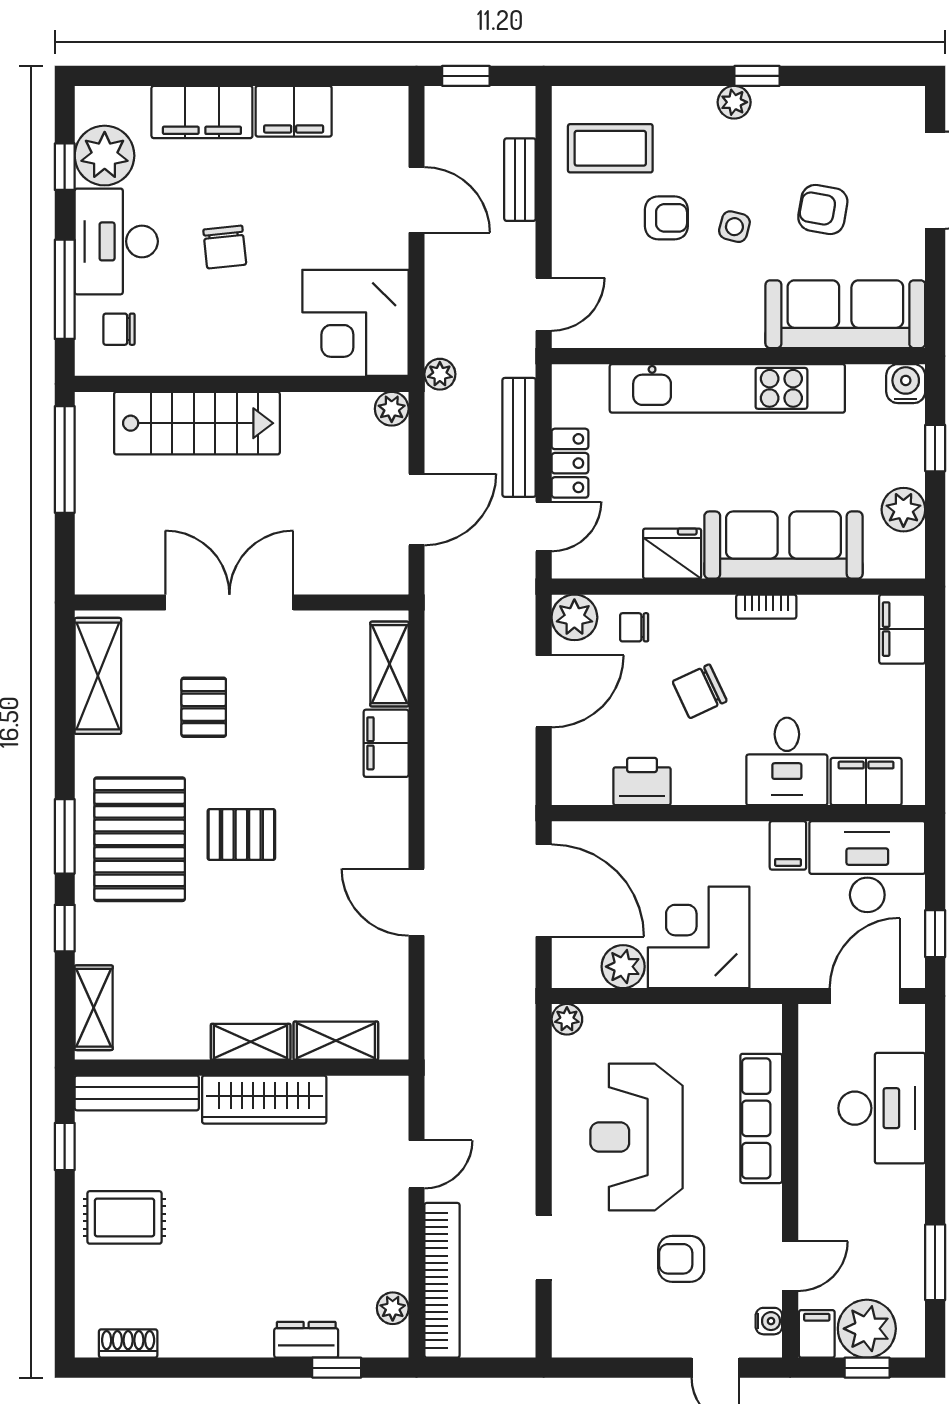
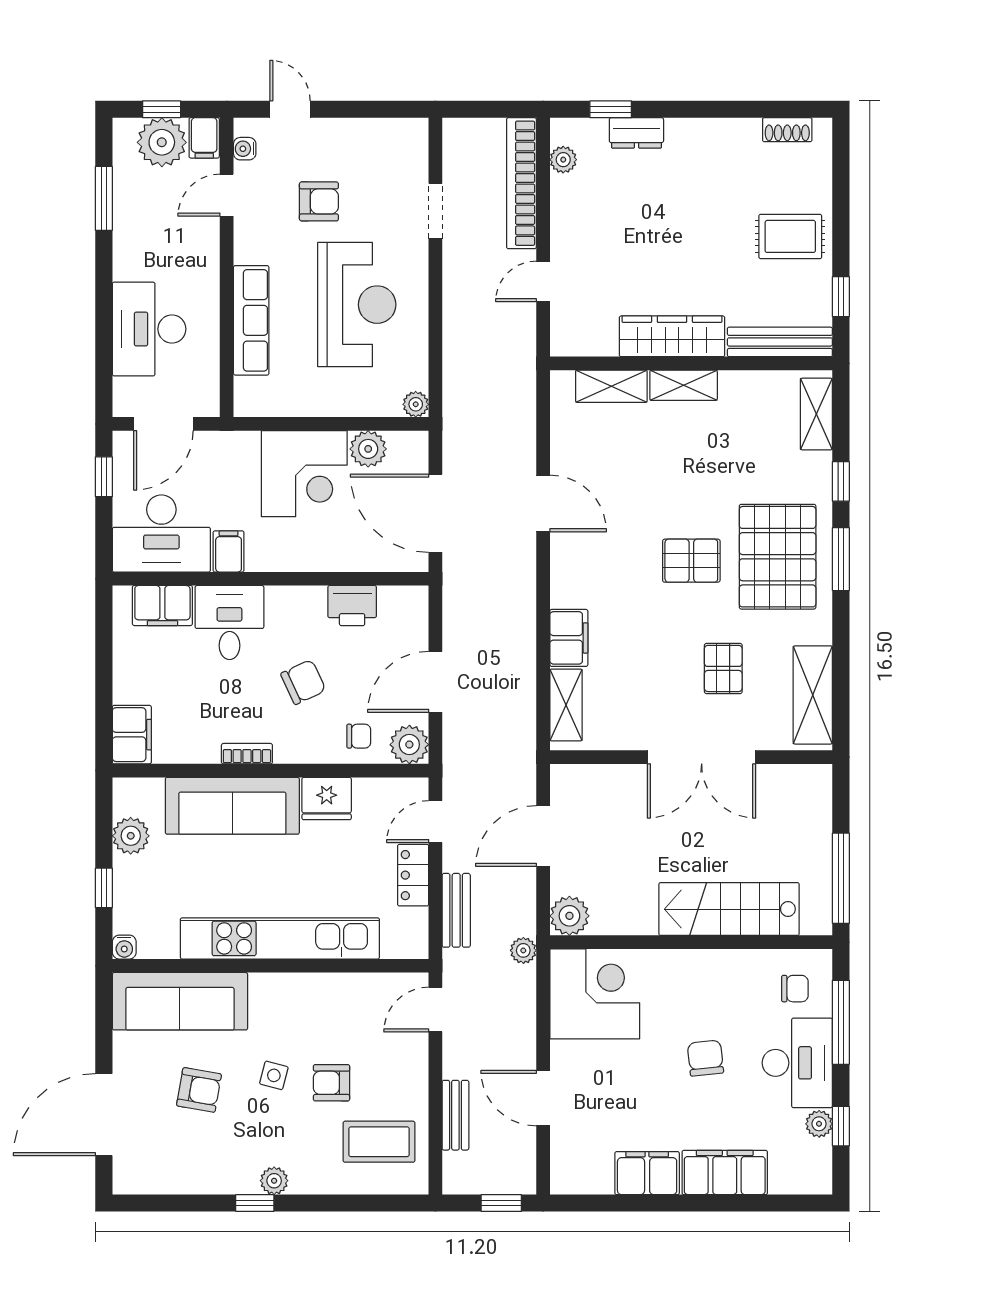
plant: (105, 156) -> (819, 1124), width x0.53, depth x0.53
water cooler: (906, 384) -> (124, 947), width x0.72, depth x0.72
plant: (392, 409) -> (569, 916), width x1.38, depth x1.38
bench: (519, 437) -> (456, 910), width x0.73

